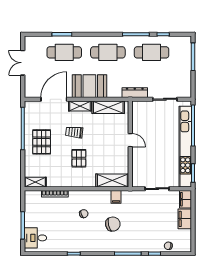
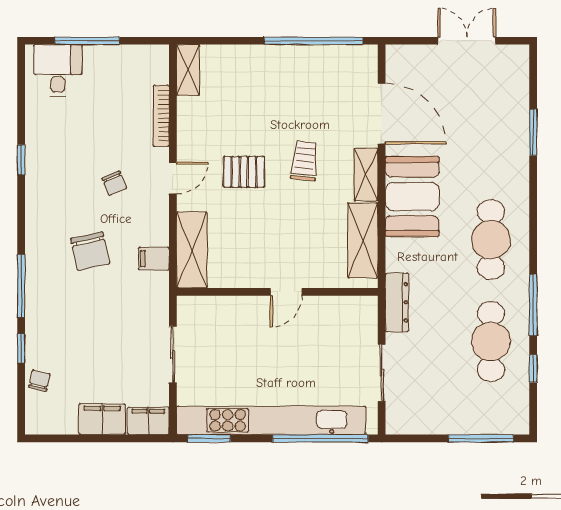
cafe table: (64, 52) -> (491, 138), removed
pallet: (42, 142) -> (282, 85), removed
door: (81, 189) -> (173, 178), added

